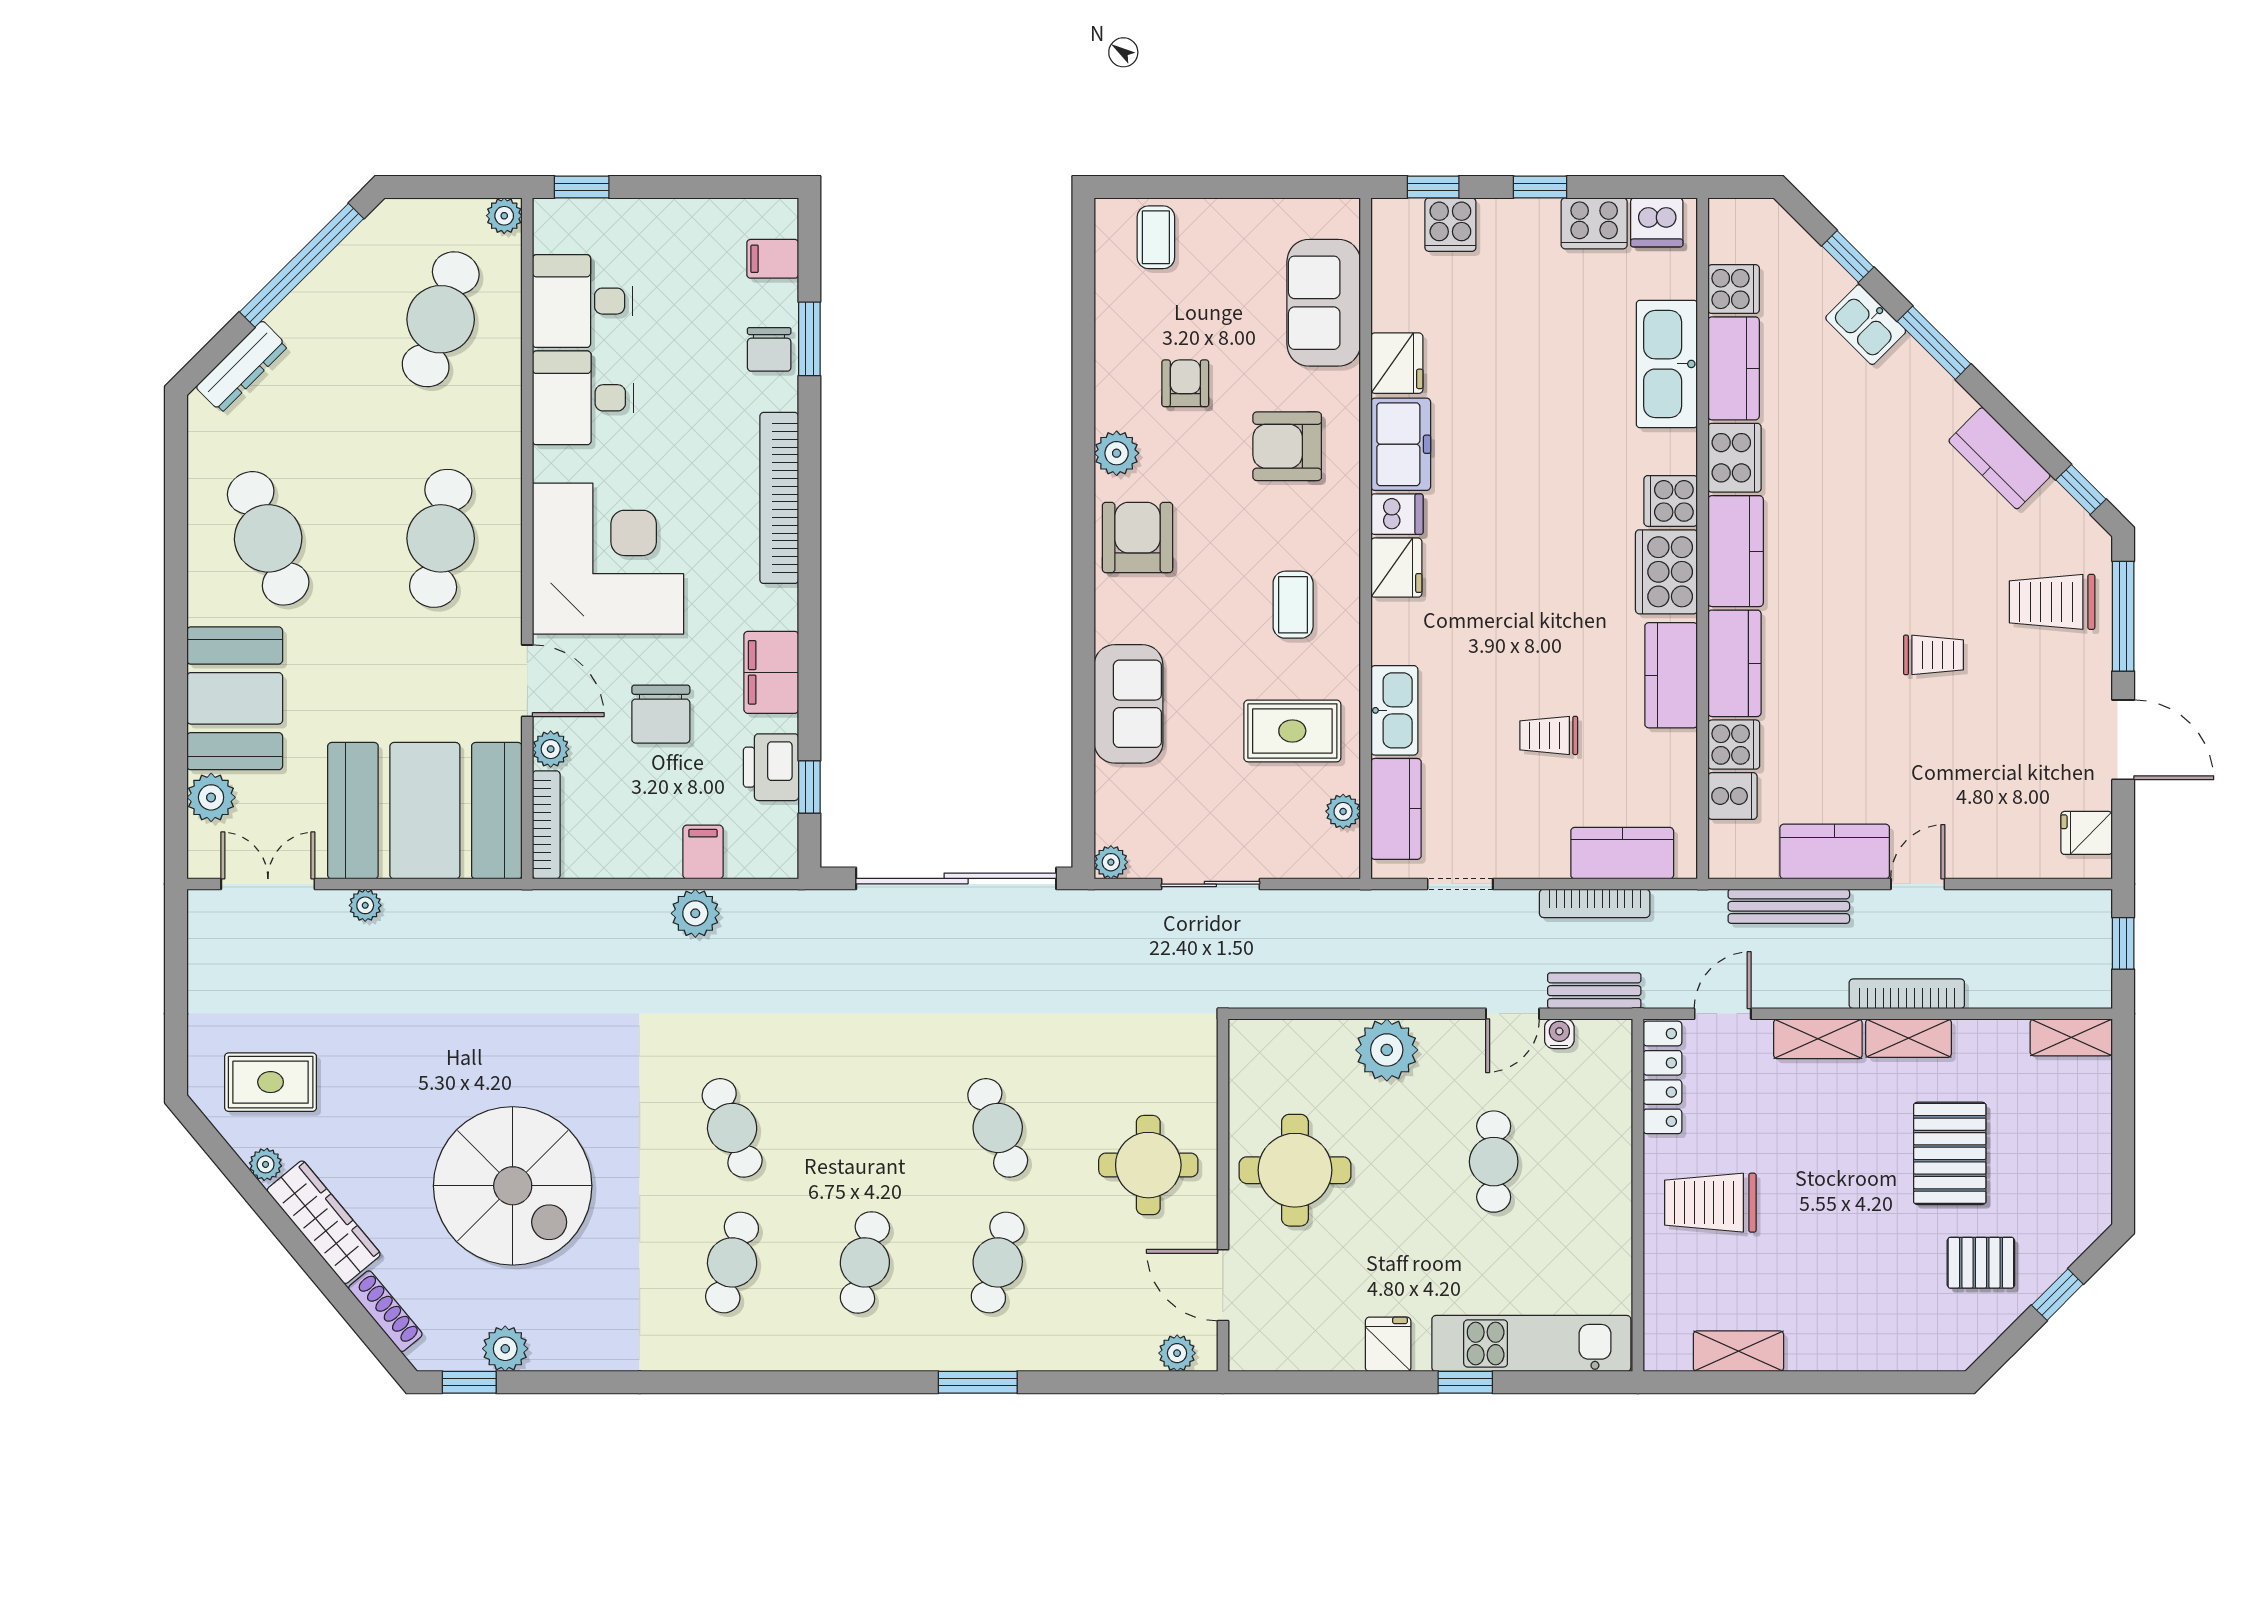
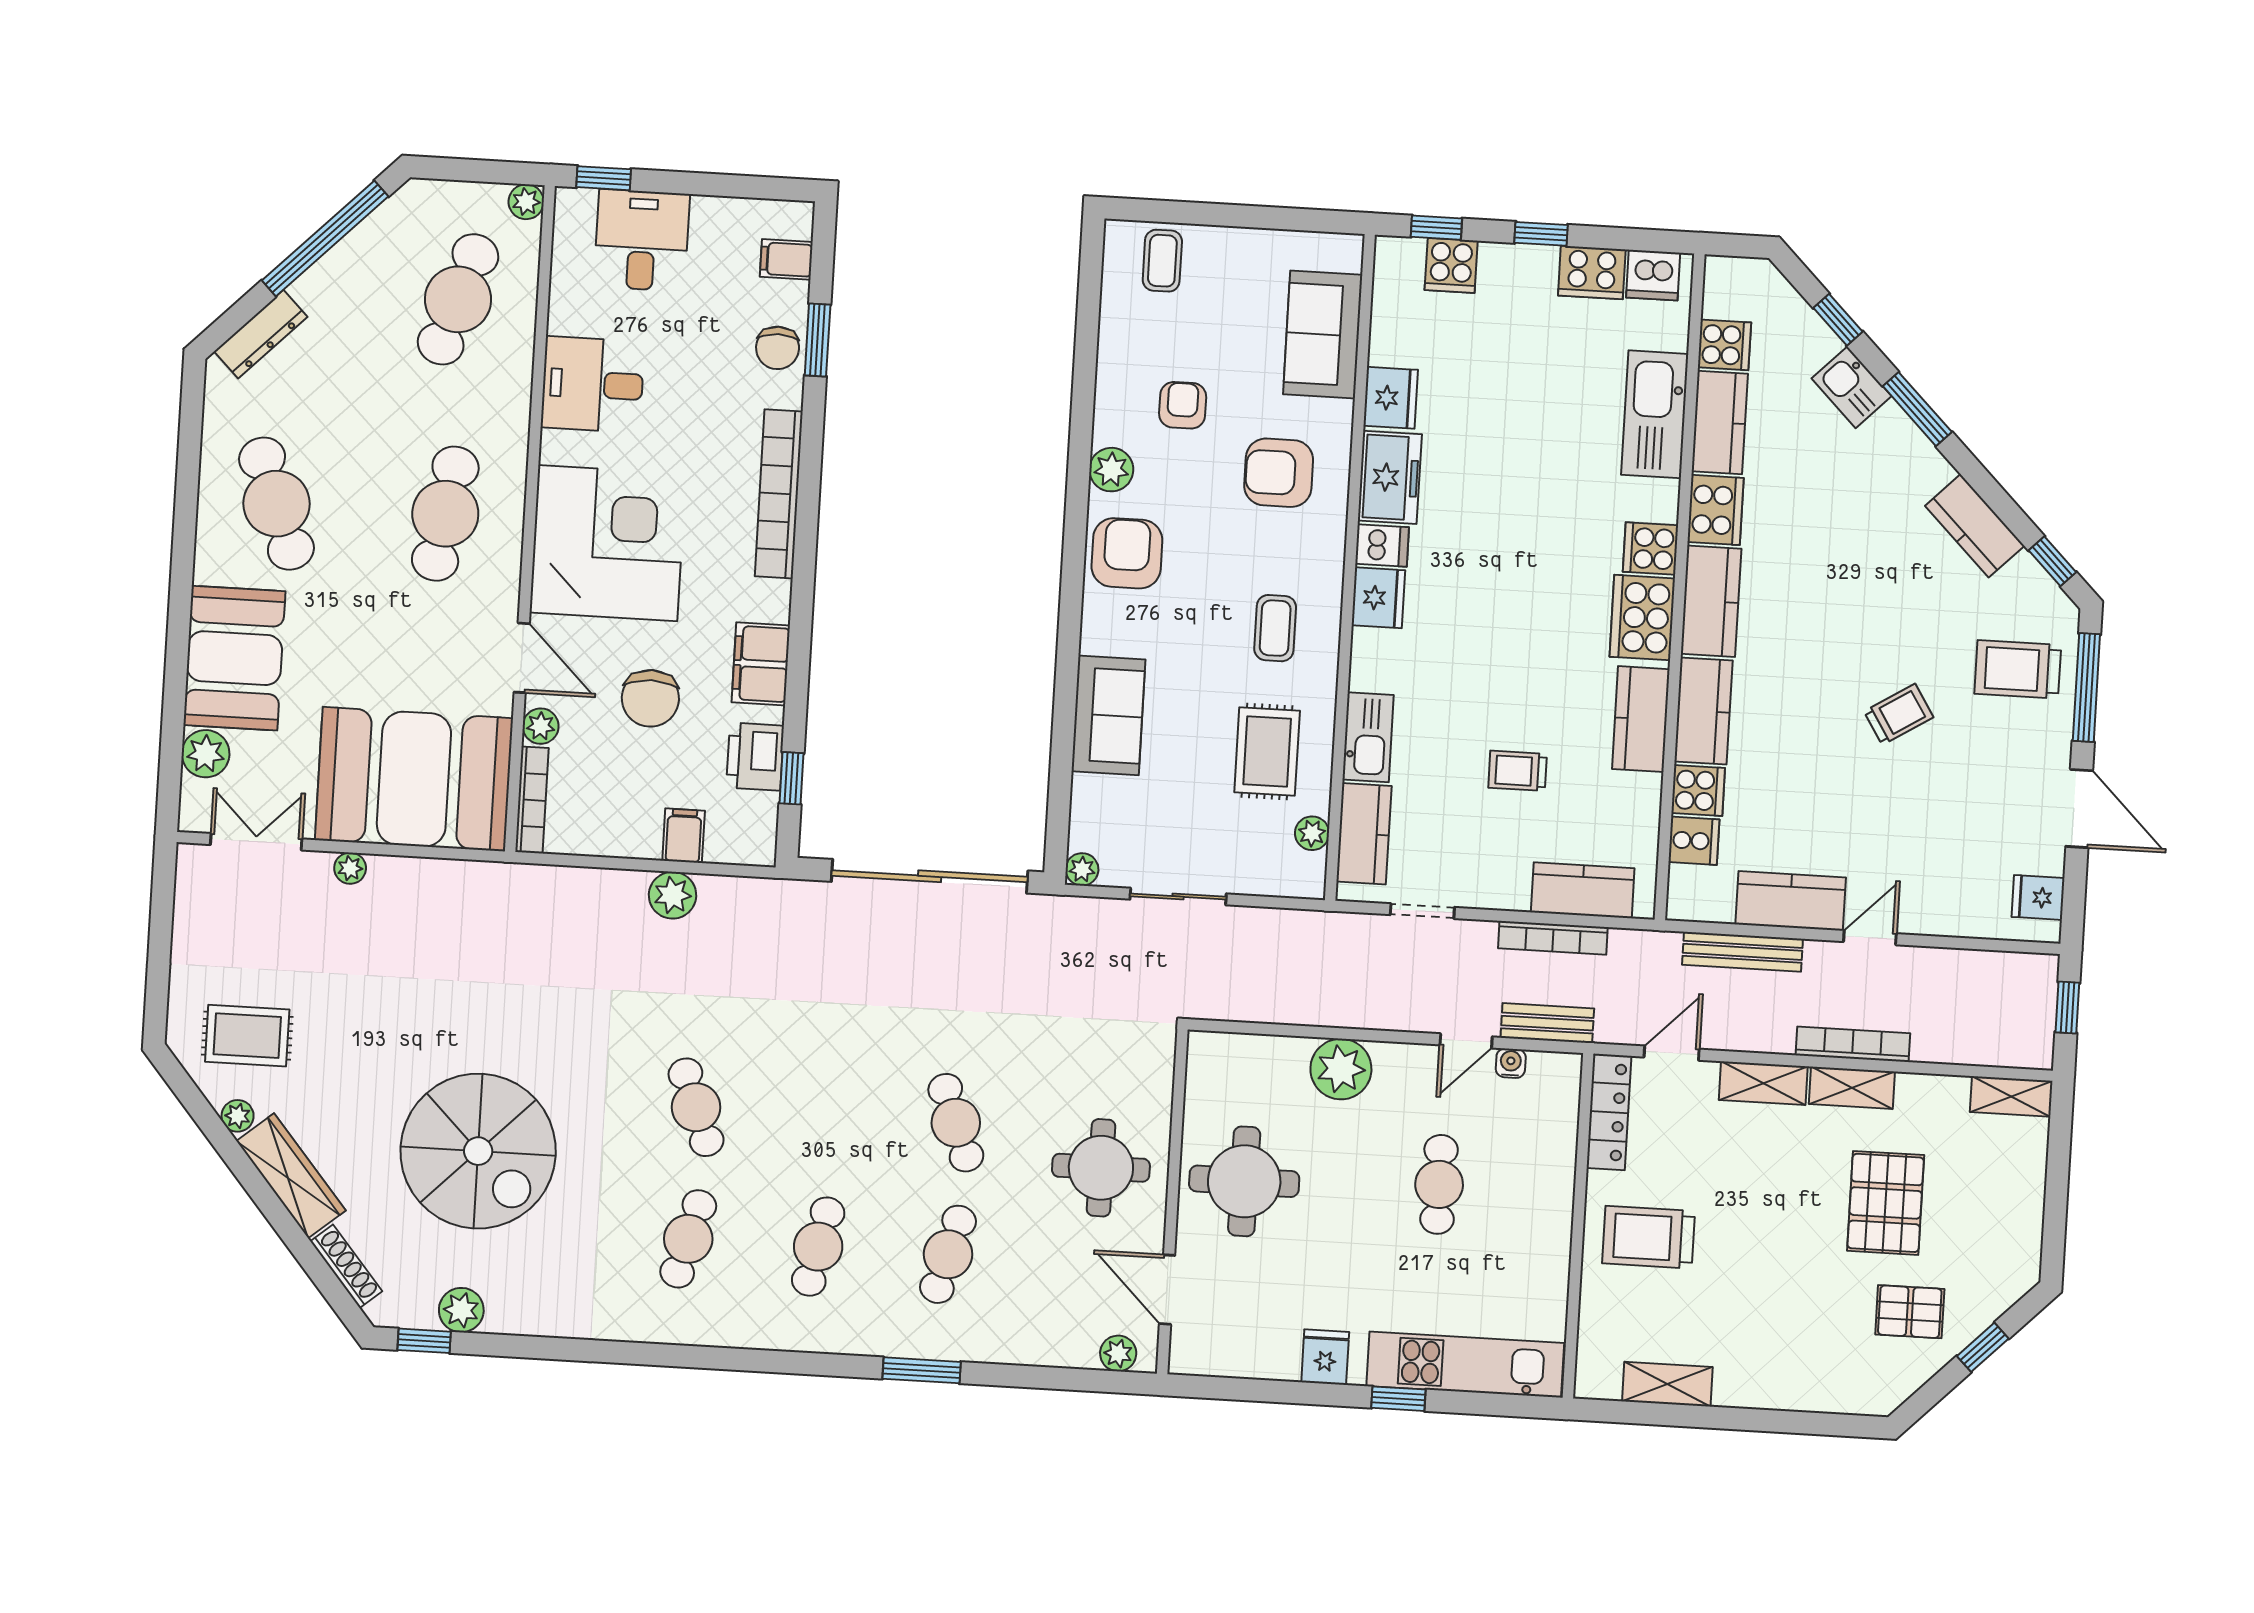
desk: (583, 301) -> (642, 240), moved, turned 90
trolley: (1933, 655) -> (1899, 714), turned -32
rug: (1292, 731) -> (1267, 752), turned 90

